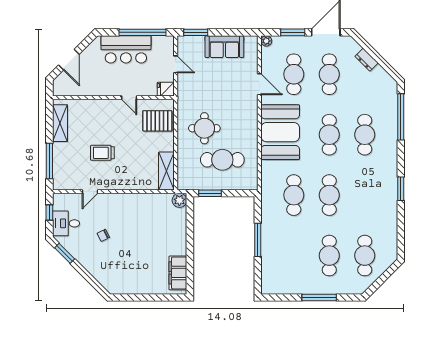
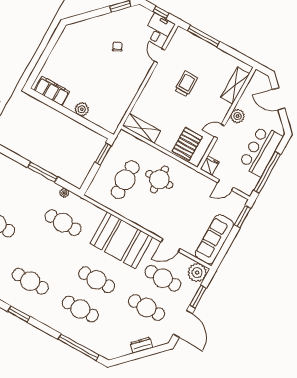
plant: (266, 41) -> (197, 273), width x1.87, depth x1.87
sofa: (224, 47) -> (215, 239), width x1.36
plant: (106, 89) -> (237, 116), added
shelving: (60, 123) -> (235, 86), moved, turned 90
cafe table: (329, 195) -> (30, 281), moved
plant: (179, 200) -> (82, 109), moved
plant: (266, 209) -> (64, 193), added
desk: (66, 223) -> (159, 29), moved

